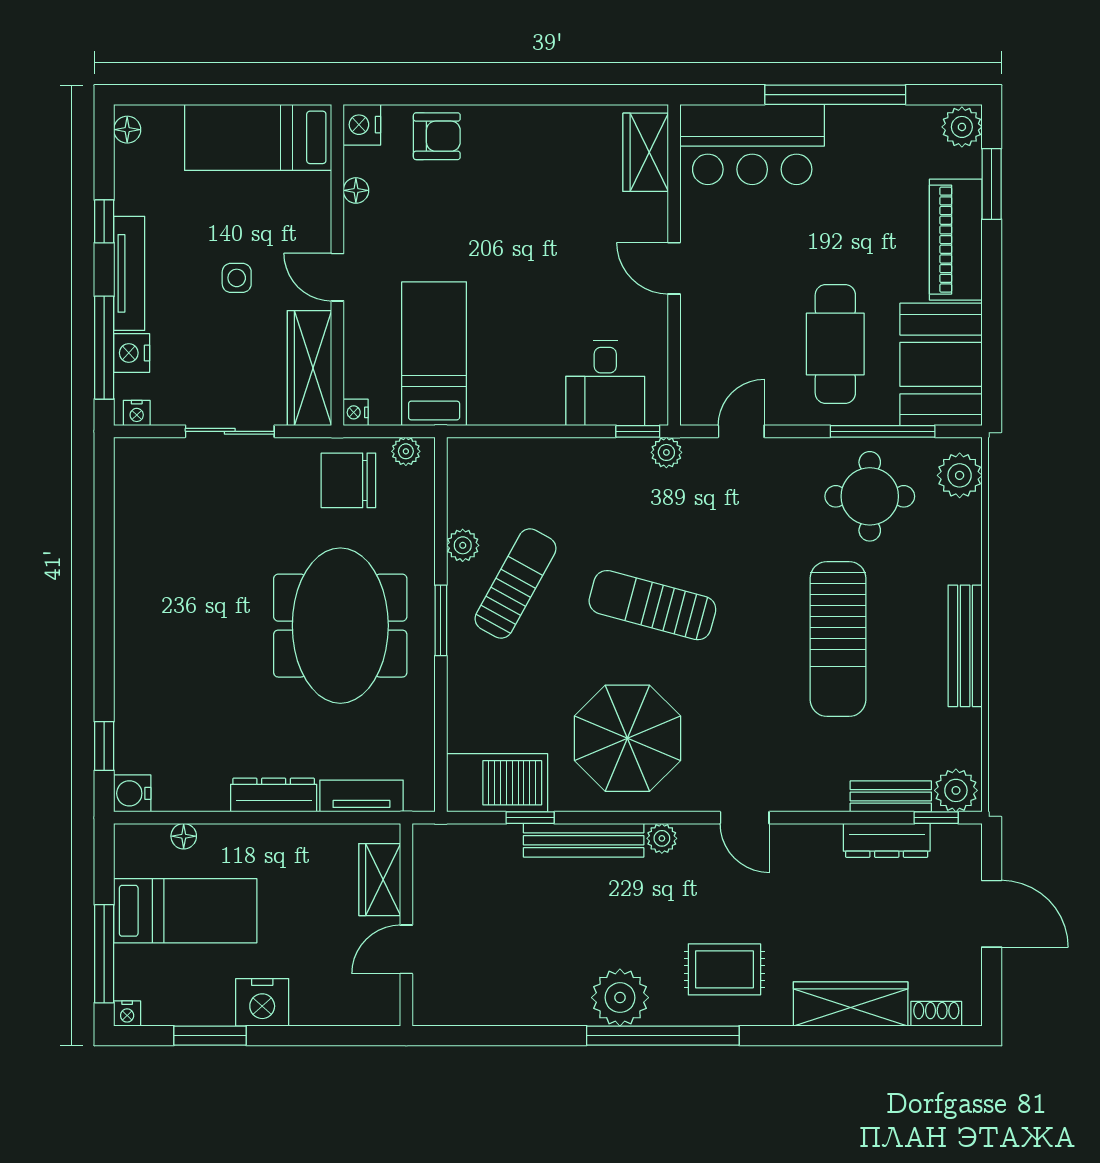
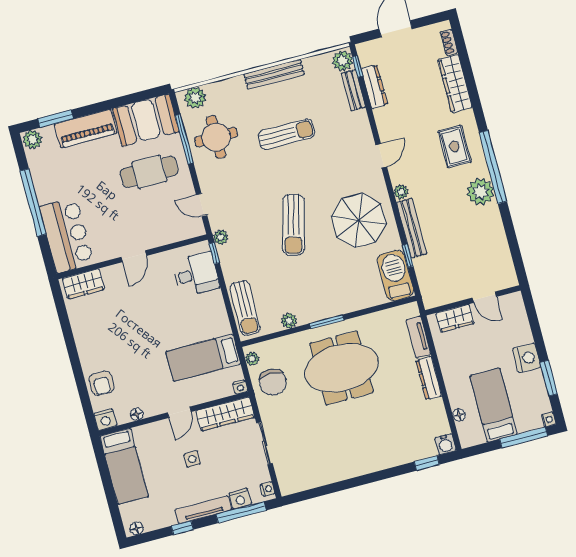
armchair: (437, 136) -> (102, 383), turned 180
sun lounger: (515, 584) -> (245, 308), moved, turned -118
sun lounger: (838, 639) -> (286, 134), width x0.73, depth x0.75

